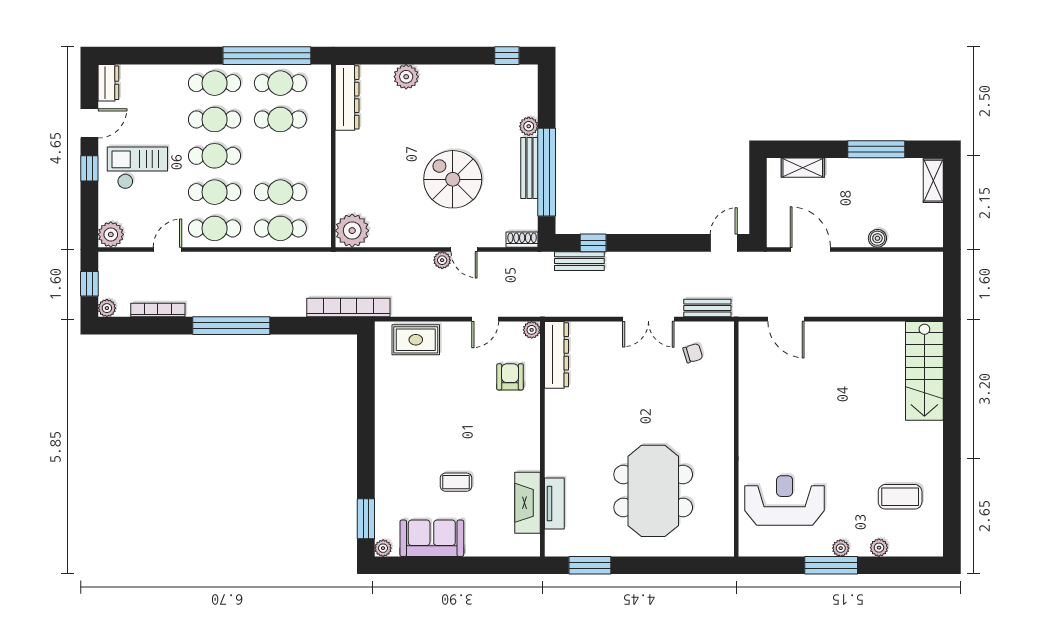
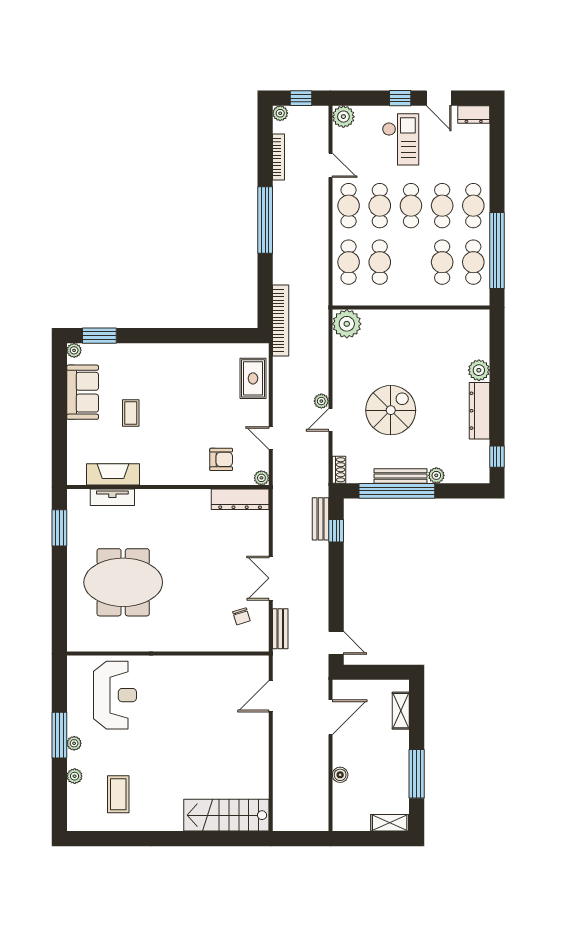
dresser: (347, 97) -> (479, 411), moved, turned 90

